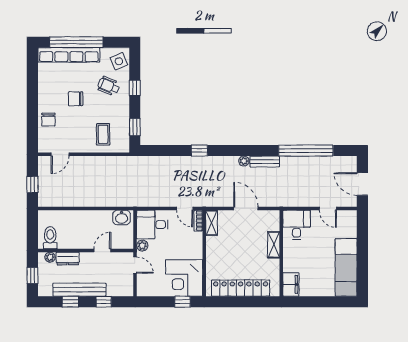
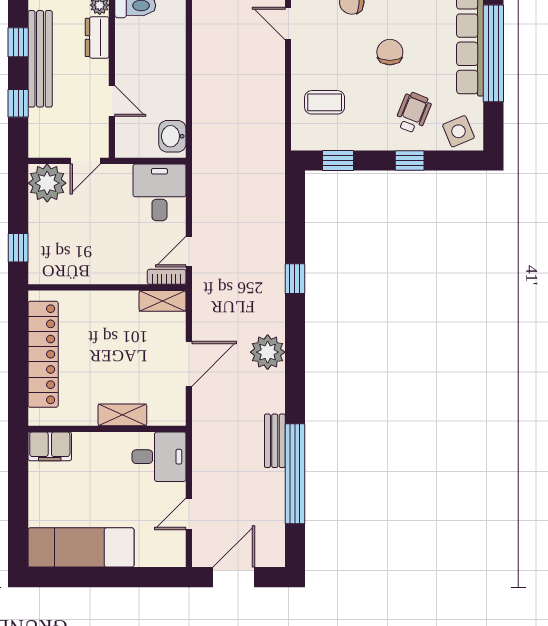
plant: (244, 161) -> (268, 352), width x1.88, depth x1.88
bench: (265, 162) -> (275, 441), moved
plant: (142, 246) -> (47, 183), moved, width x1.87, depth x1.87
corner desk: (184, 278) -> (62, 251), removed

